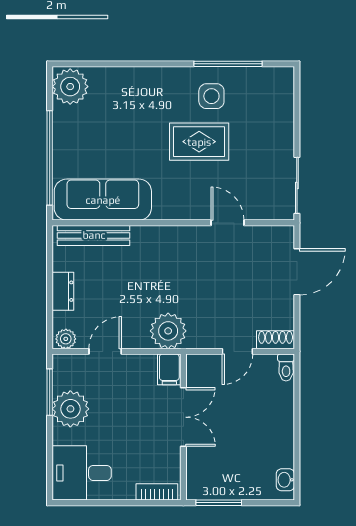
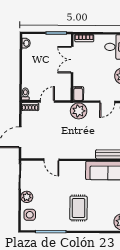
side table: (211, 96) -> (30, 215), moved
plant: (281, 140) -> (27, 197), added
rug: (199, 142) -> (78, 208), moved, turned 90
double door: (183, 417) -> (72, 60), moved

